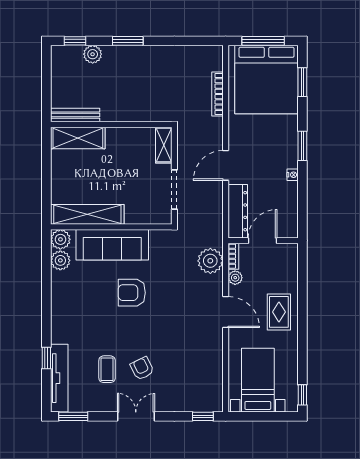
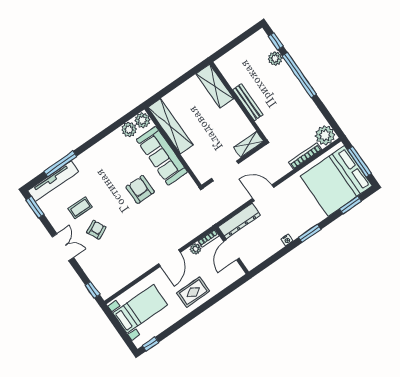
window: (128, 41) -> (299, 75), width x2.11
bench: (75, 115) -> (248, 102), moved
door: (262, 241) -> (231, 250), swing flipped
plant: (210, 261) -> (325, 135), moved
window: (46, 358) -> (60, 164), width x2.17

